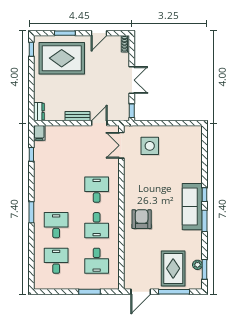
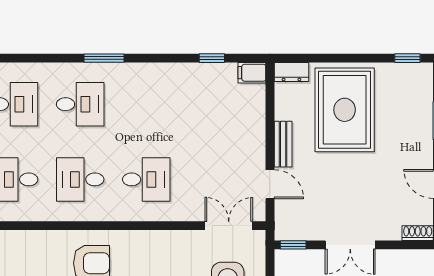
rug: (62, 58) -> (345, 110), moved

